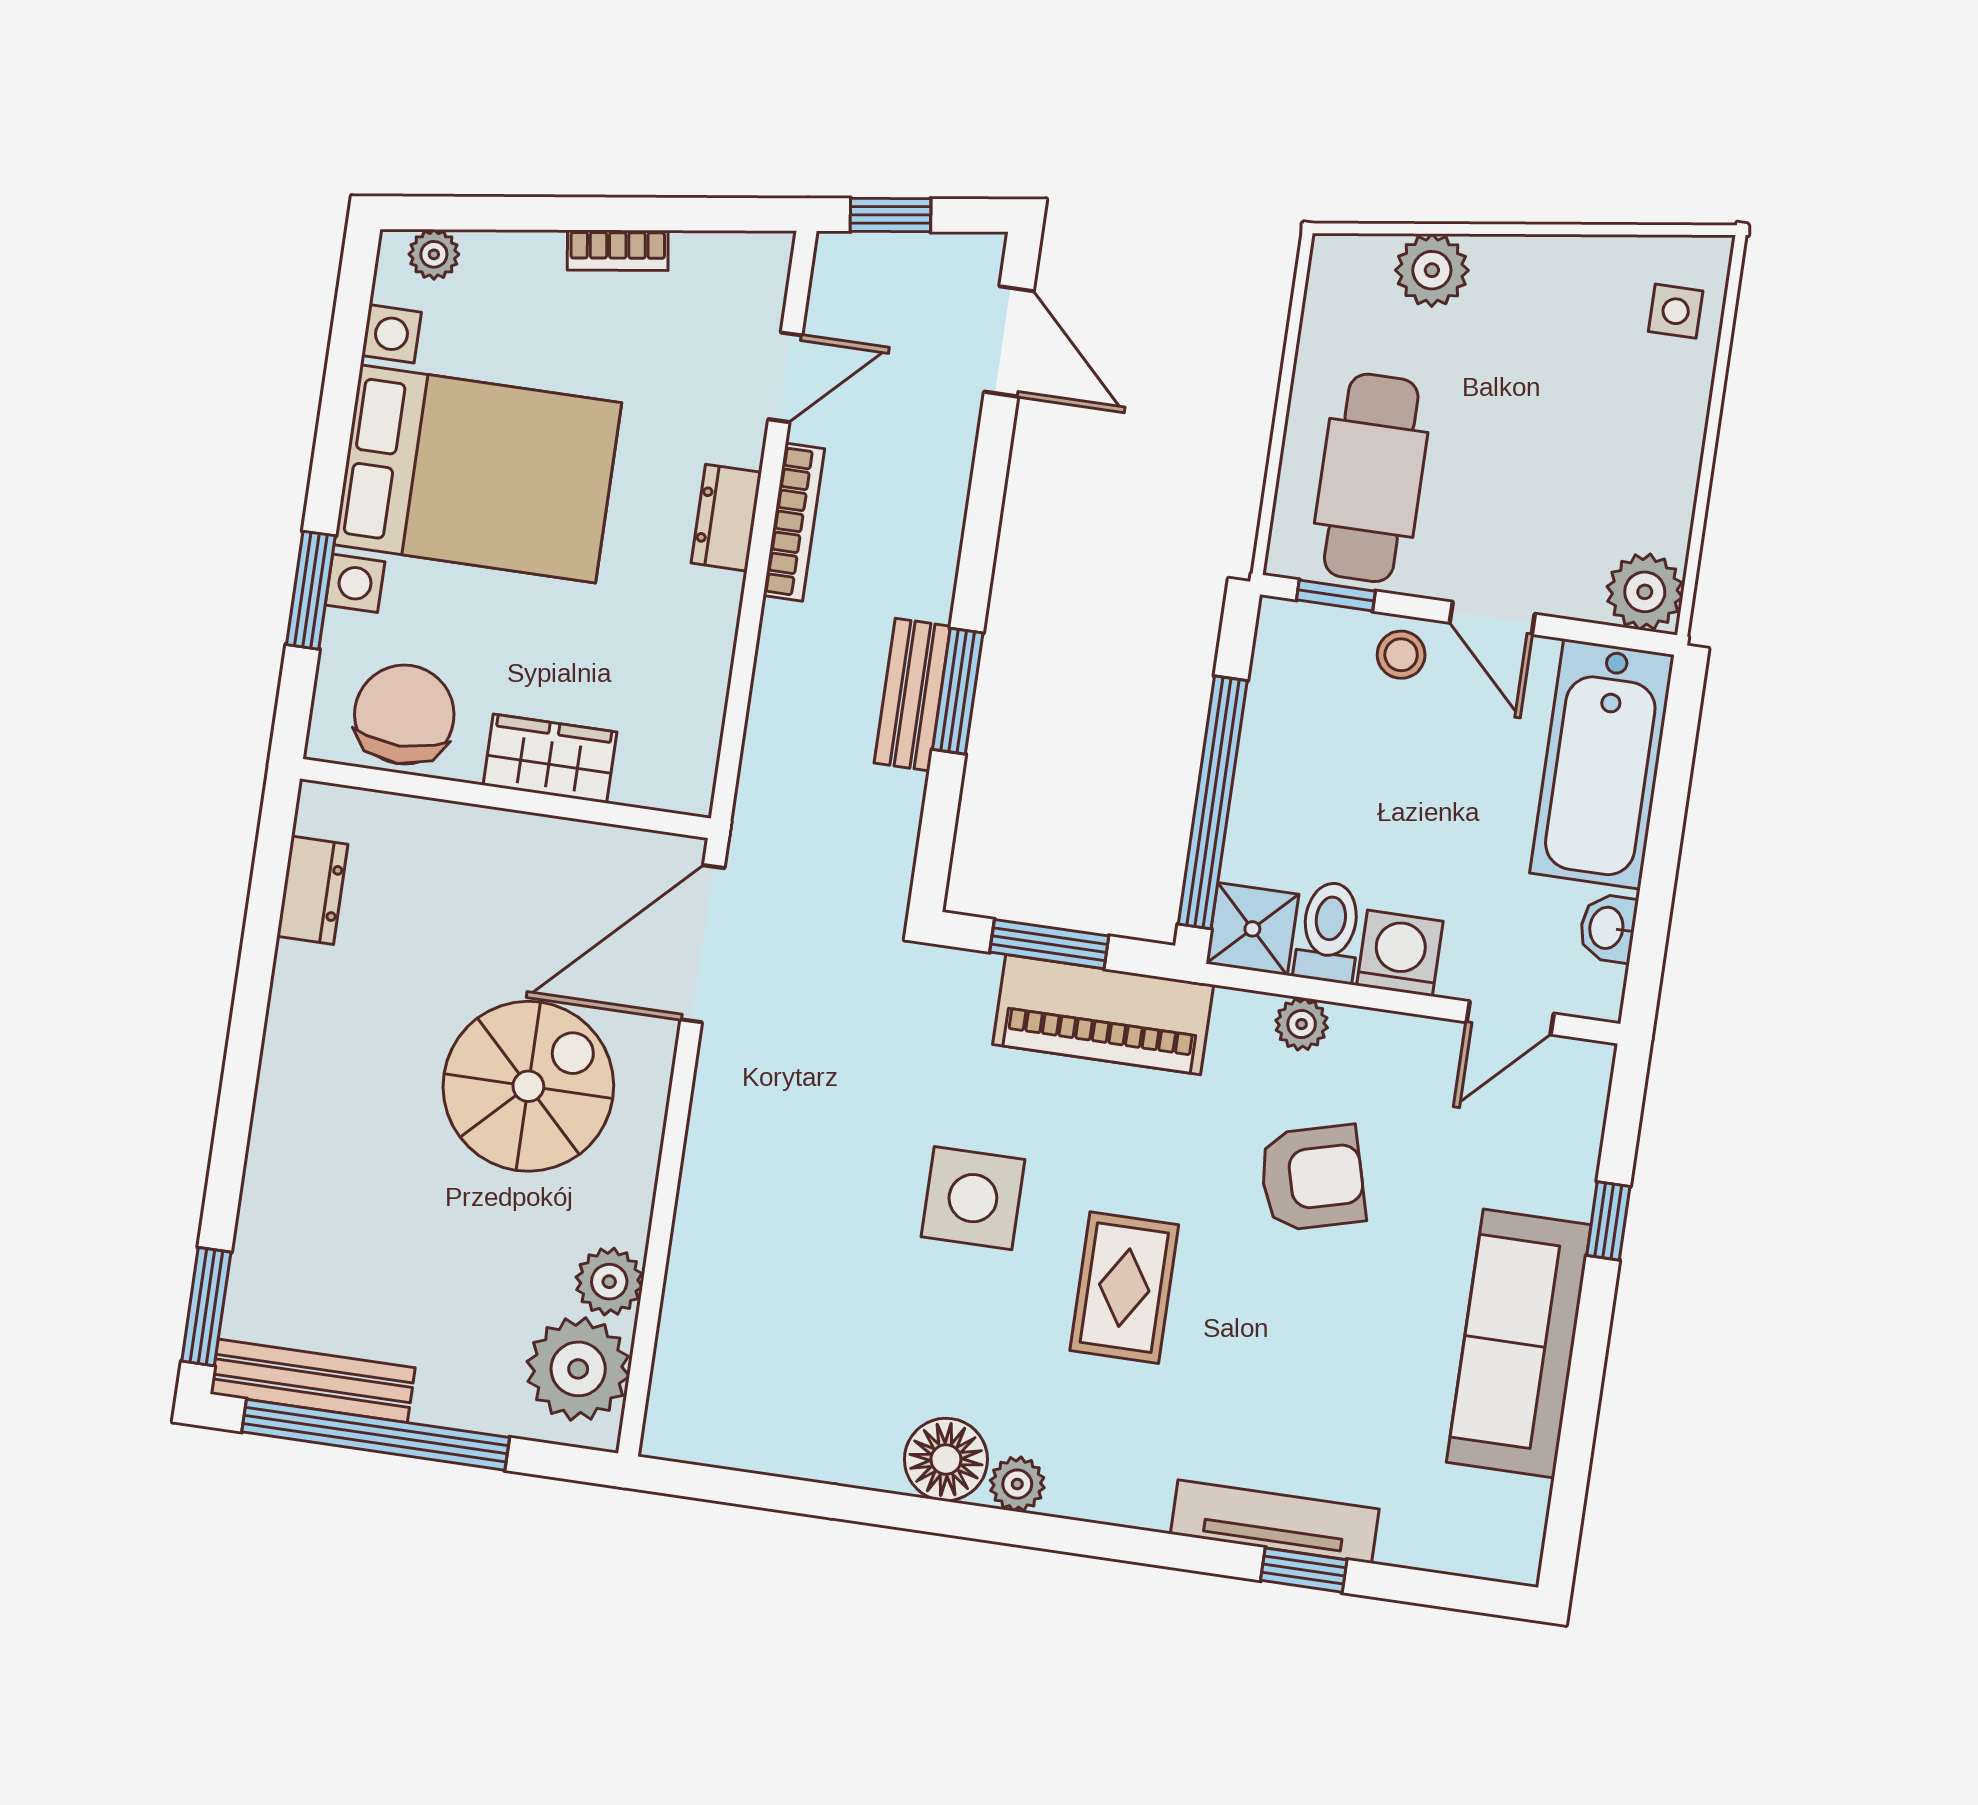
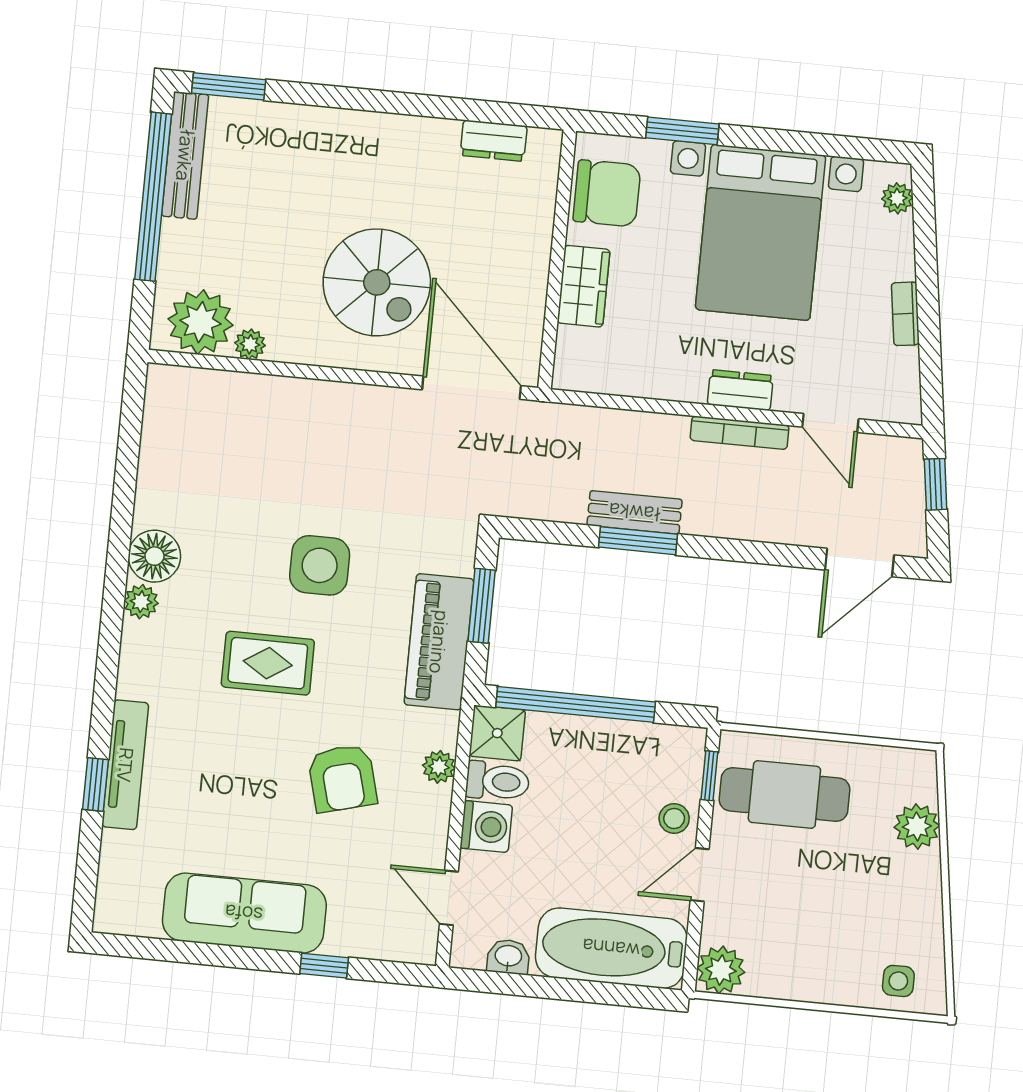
plant: (609, 1282) -> (250, 344), width x0.73, depth x0.73

